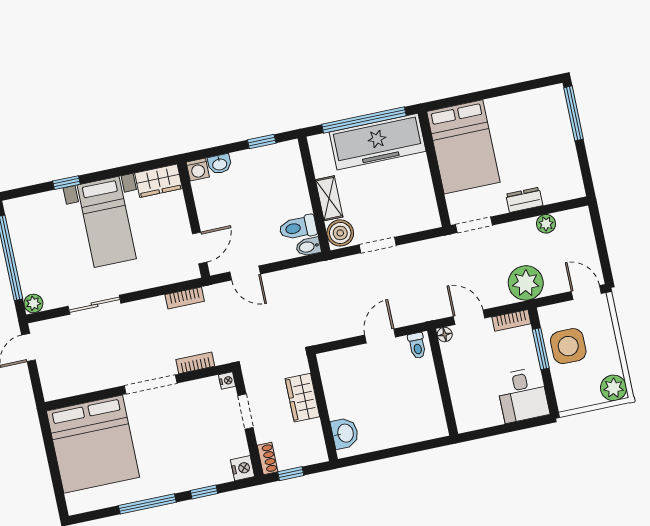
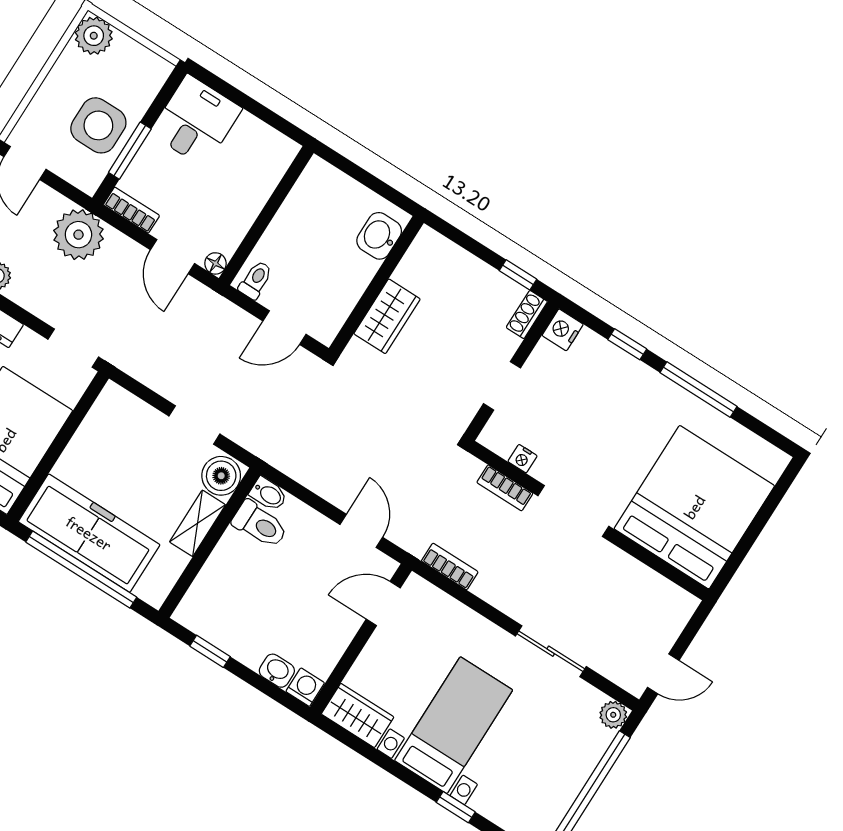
nightstand: (227, 381) -> (523, 459), moved, turned -90
wardrobe: (302, 398) -> (387, 316), moved
wall: (322, 408) -> (376, 286), moved
washbasin: (345, 433) -> (379, 236), moved

